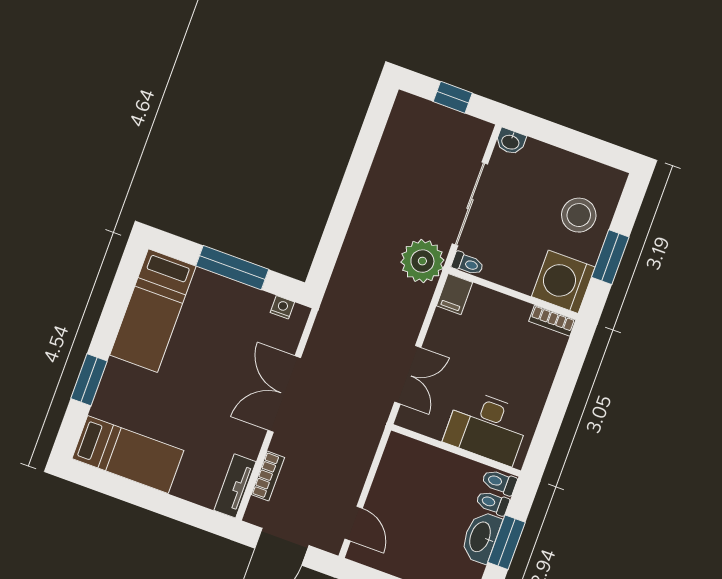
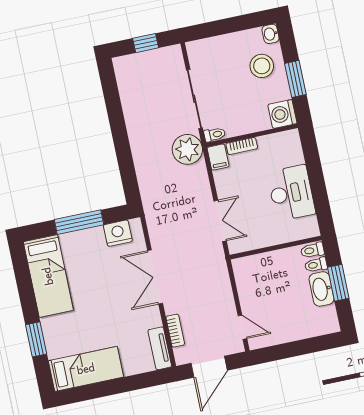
washbasin: (511, 142) -> (271, 34), moved, turned 90
washing machine: (563, 282) -> (282, 114), width x0.73, depth x0.73
nightstand: (282, 307) -> (118, 233), width x1.89, depth x1.79
bookcase: (552, 321) -> (242, 146), moved
desk: (487, 427) -> (291, 193), moved, turned -90

